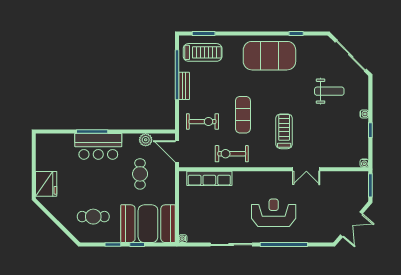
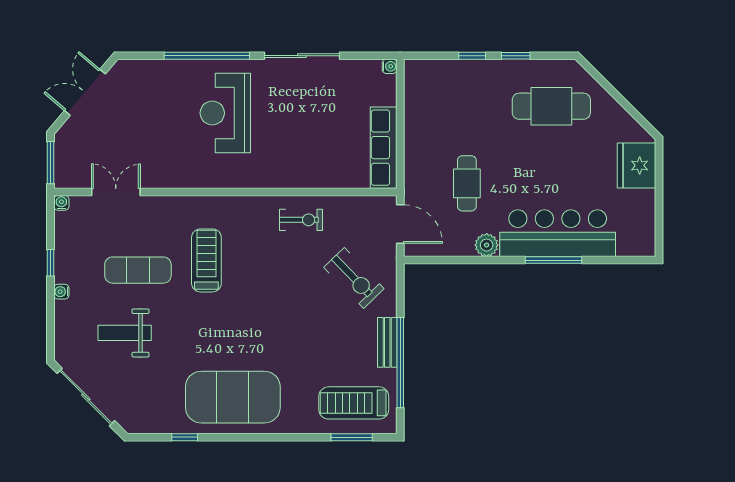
exercise mat: (243, 115) -> (138, 270), moved, turned 90
exercise bike: (202, 122) -> (354, 278), turned -134
treadmill: (284, 131) -> (206, 260), turned 180
plant: (146, 140) -> (487, 245), moved
bar counter: (98, 146) -> (558, 233), width x1.36
exercise bike: (232, 154) -> (301, 220), width x0.73, depth x0.72
double door: (306, 169) -> (116, 192), moved
row of seats: (209, 178) -> (384, 148), moved, turned -90
reception desk: (274, 213) -> (225, 113), turned 90
cafe table: (93, 217) -> (551, 106), width x1.37, depth x1.35
booth: (148, 224) -> (452, 93), removed

